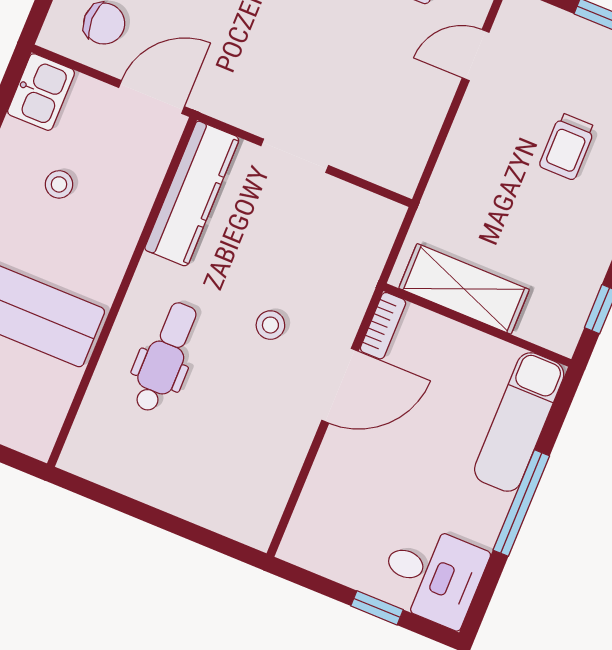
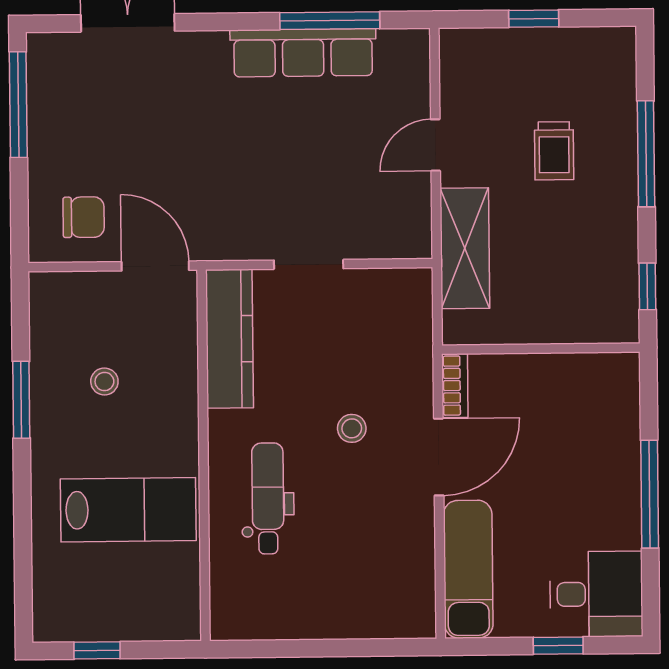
door: (476, 55) -> (435, 145), moved
kitchen sink: (41, 92) -> (52, 304), removed
door: (152, 97) -> (155, 266), hinge flipped
shelving: (464, 289) -> (465, 248), moved, turned 90
exam couch: (519, 422) -> (468, 569), moved, turned 180

